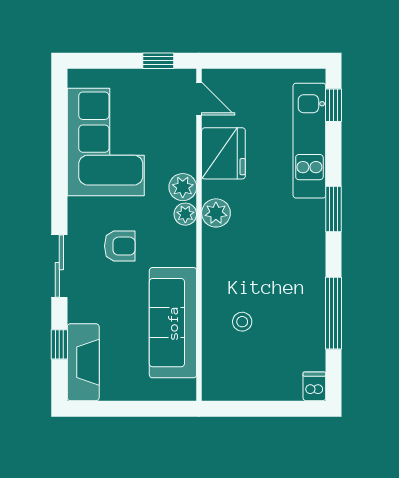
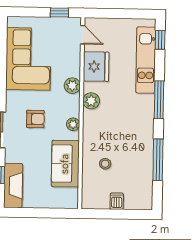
window: (334, 209) -> (159, 100), width x1.44
plant: (185, 214) -> (73, 124), moved
sofa: (173, 323) -> (65, 164), width x0.73
dishwasher: (314, 386) -> (117, 201), moved

